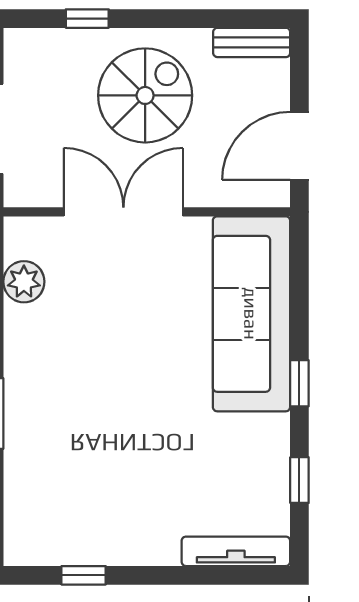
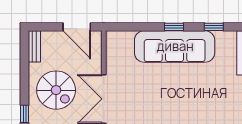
spiral stairs: (145, 95) -> (56, 90), turned 180
sofa: (251, 314) -> (175, 46), moved

